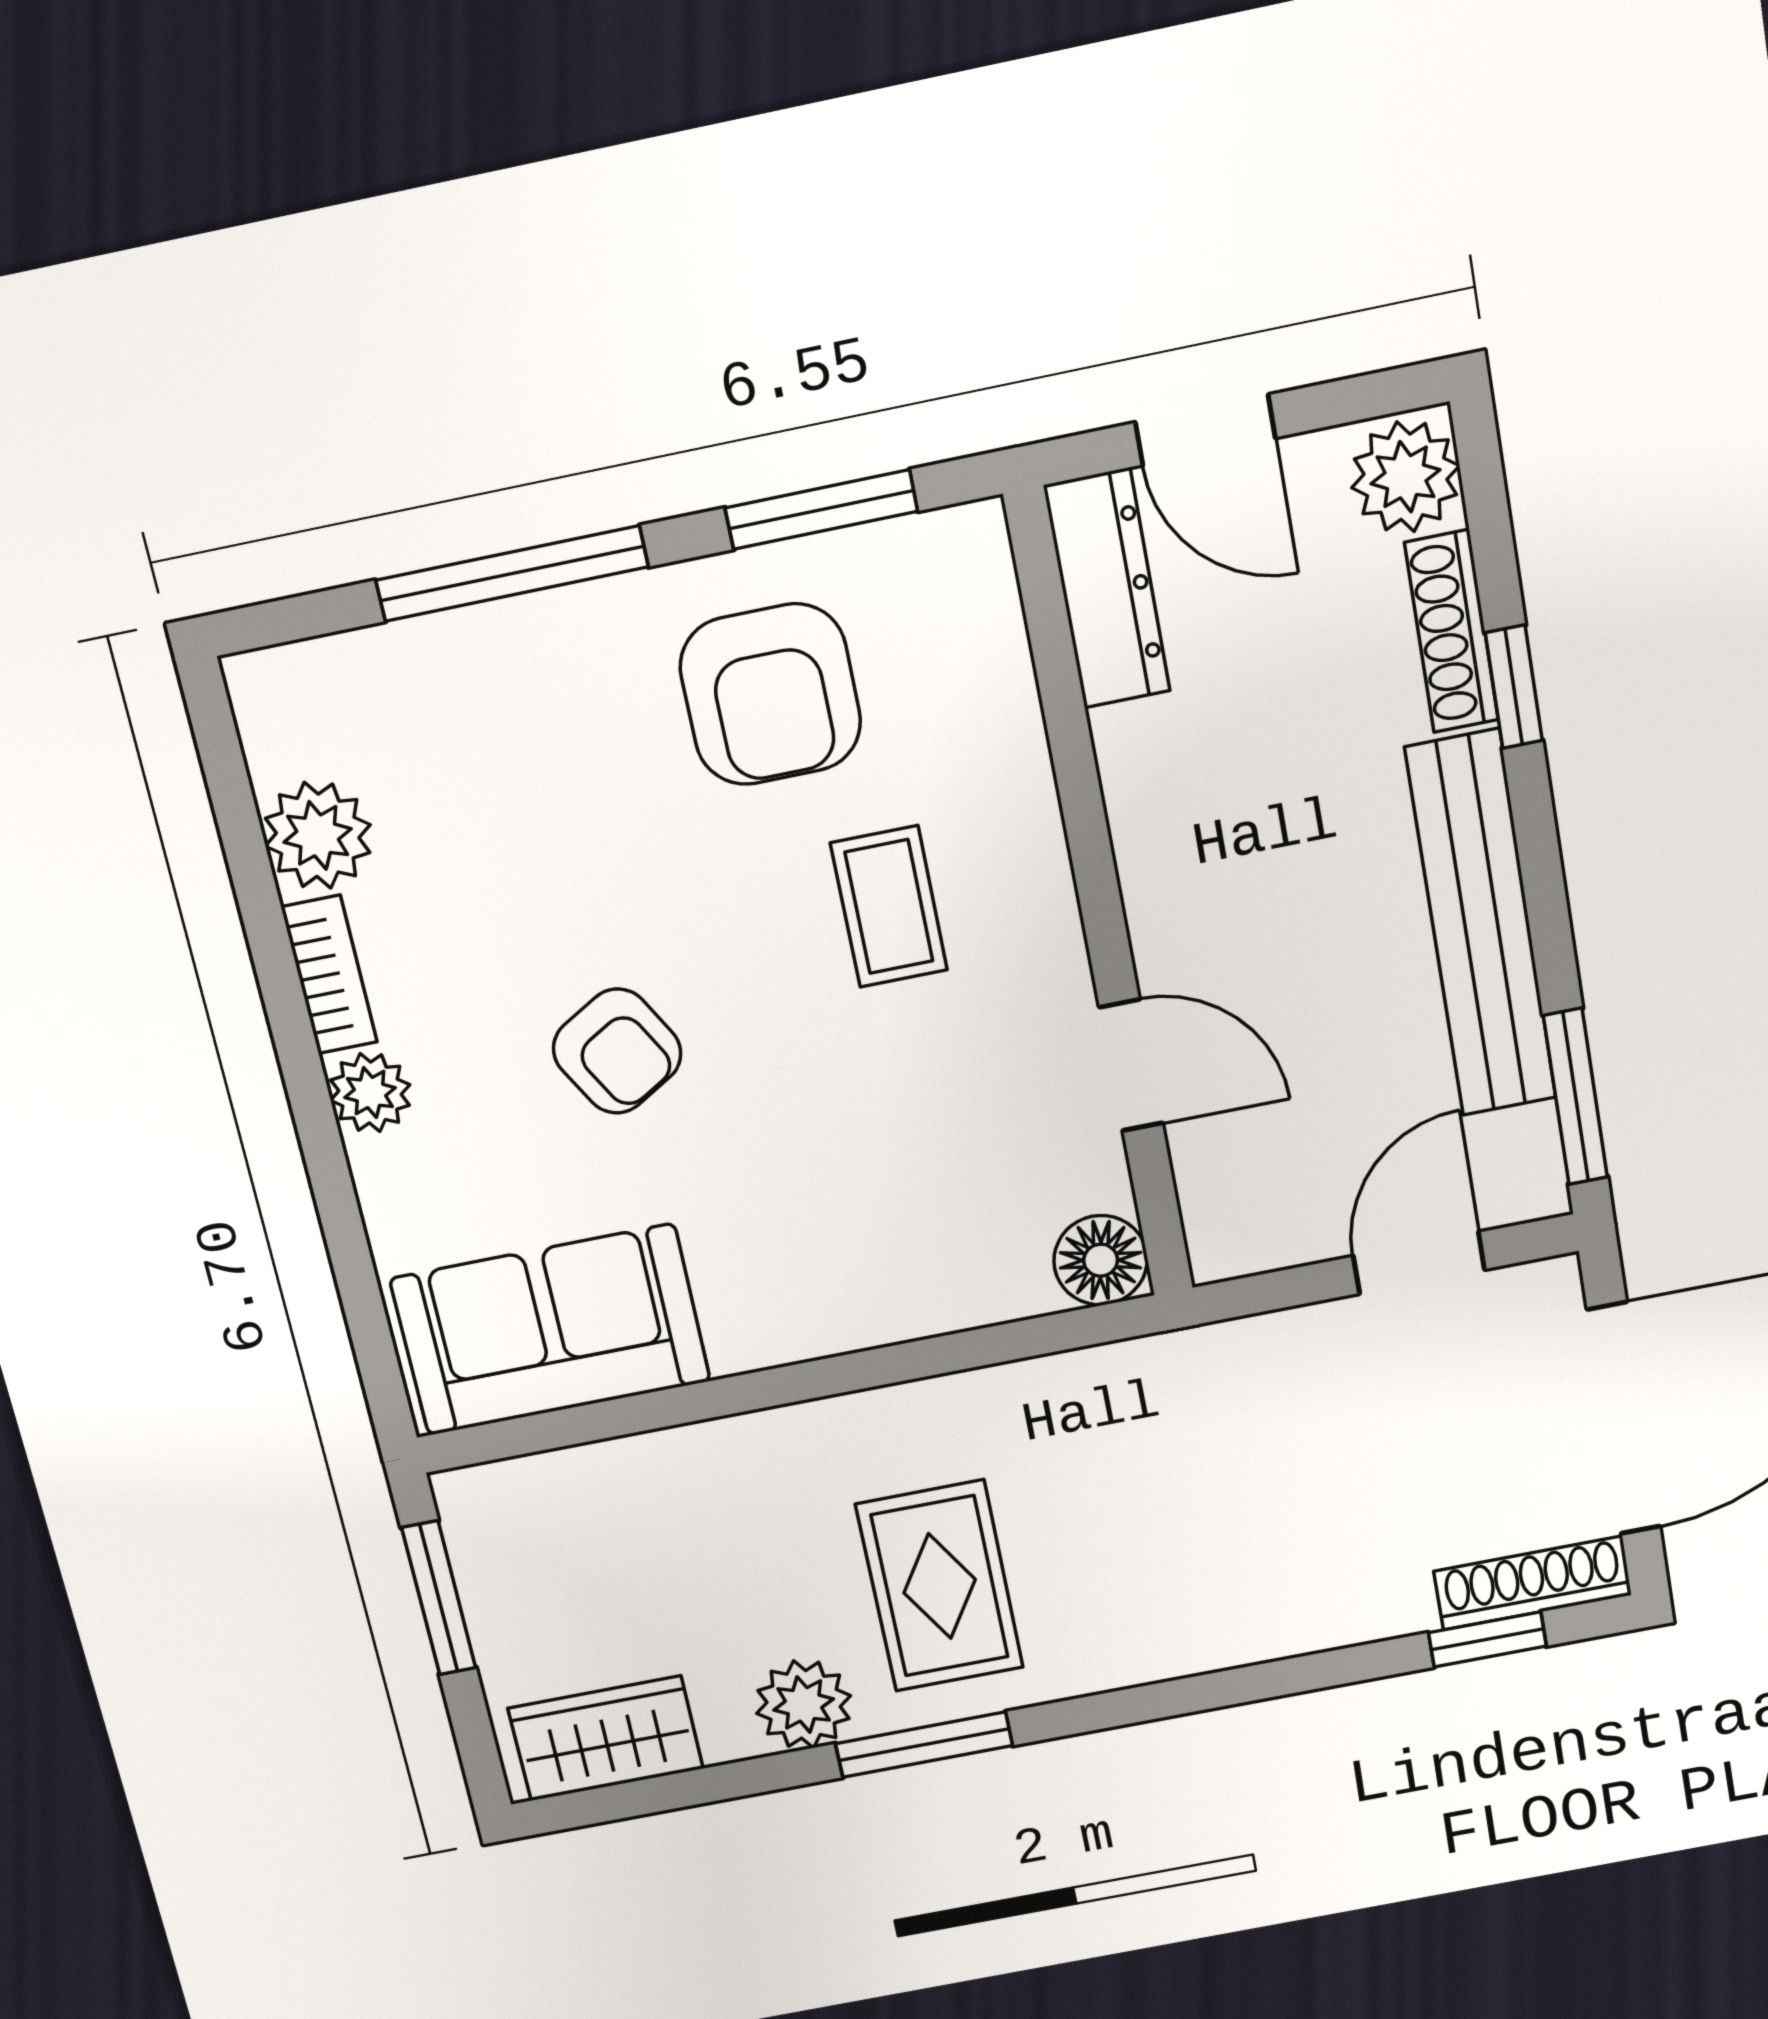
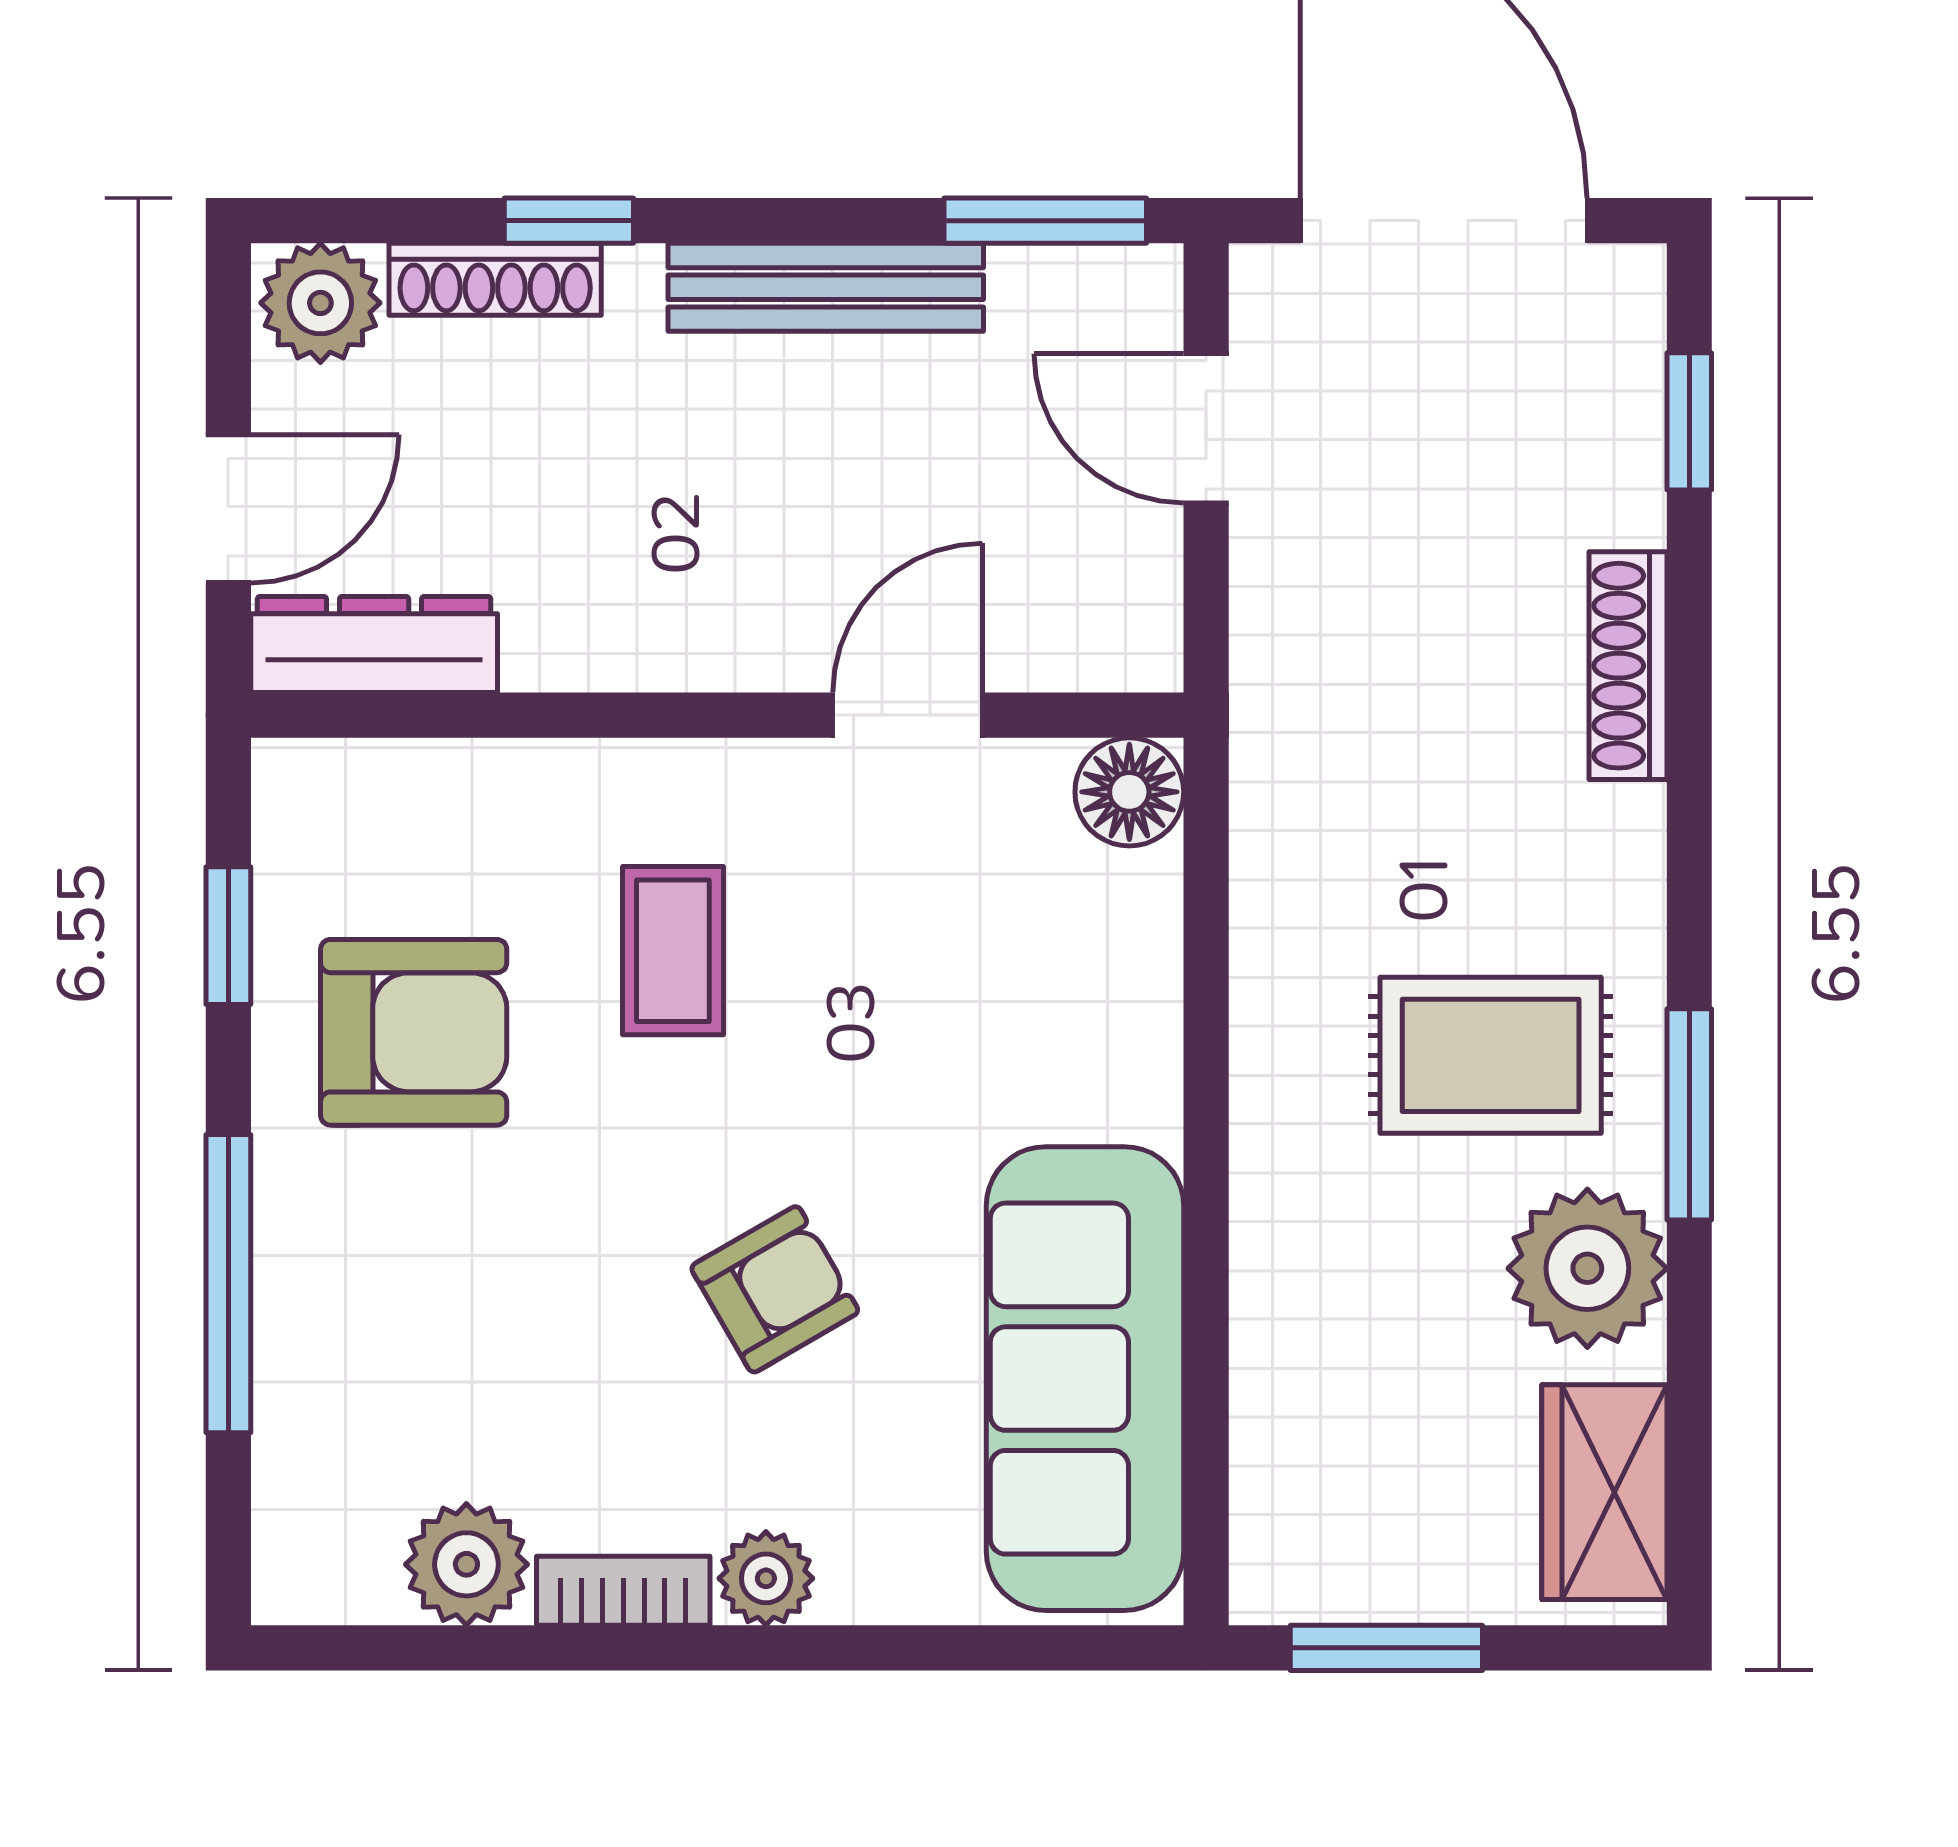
window: (821, 510) -> (228, 936), width x0.67
coffee table: (889, 907) -> (673, 951), turned 90
bench: (1481, 924) -> (826, 287), width x0.73, depth x0.82
sofa: (550, 1330) -> (1085, 1379), width x1.36
shoe rack: (1533, 1583) -> (1628, 666), moved
plant: (804, 1704) -> (1587, 1268), width x1.36, depth x1.36

